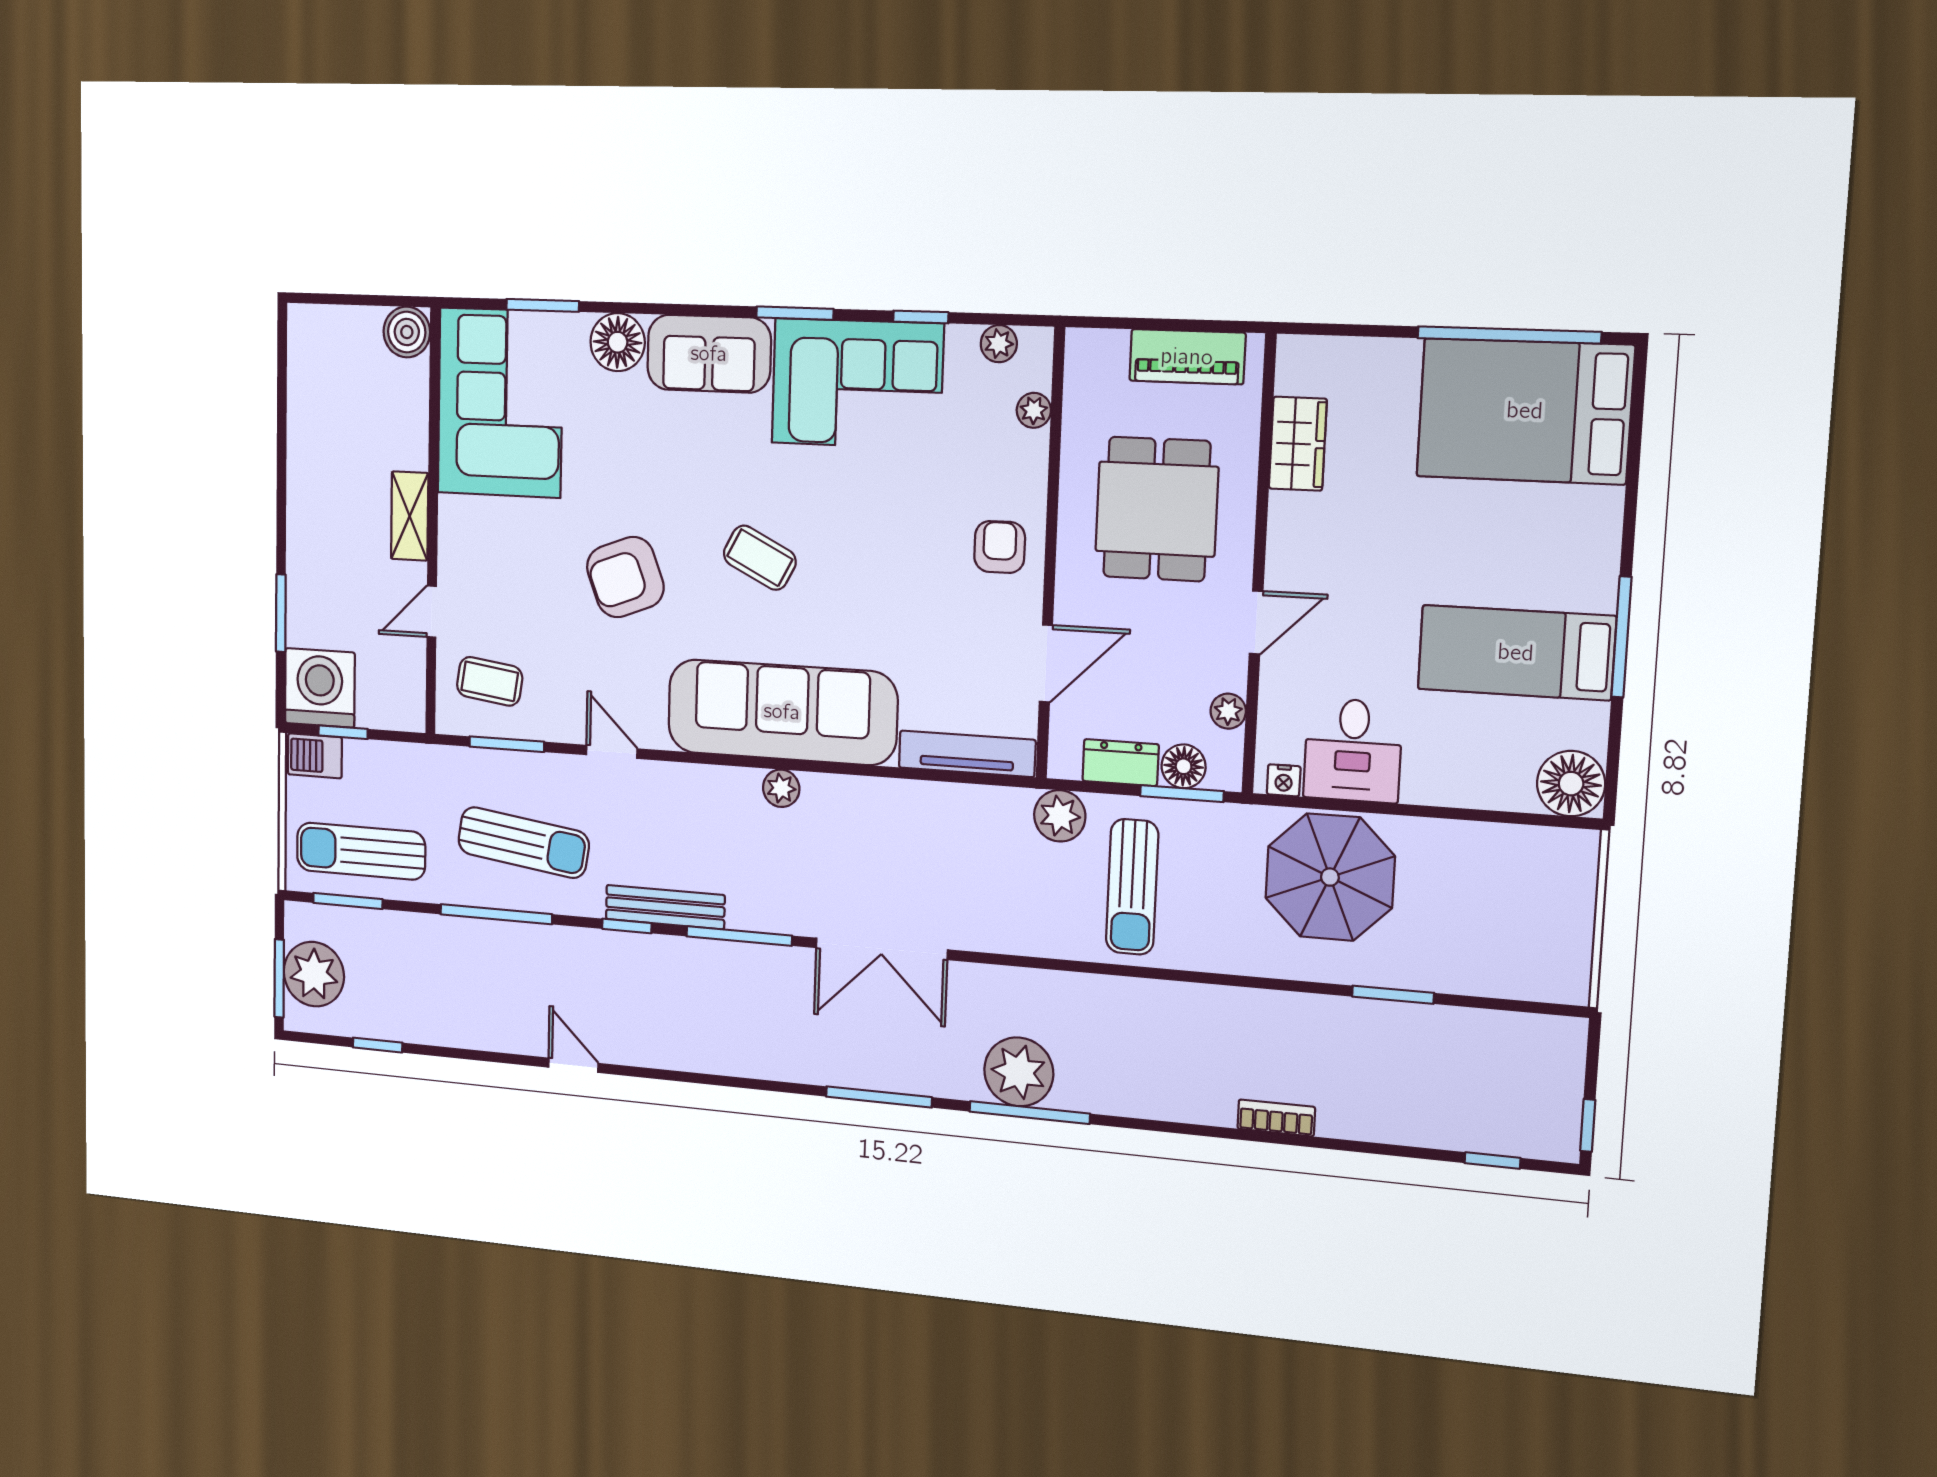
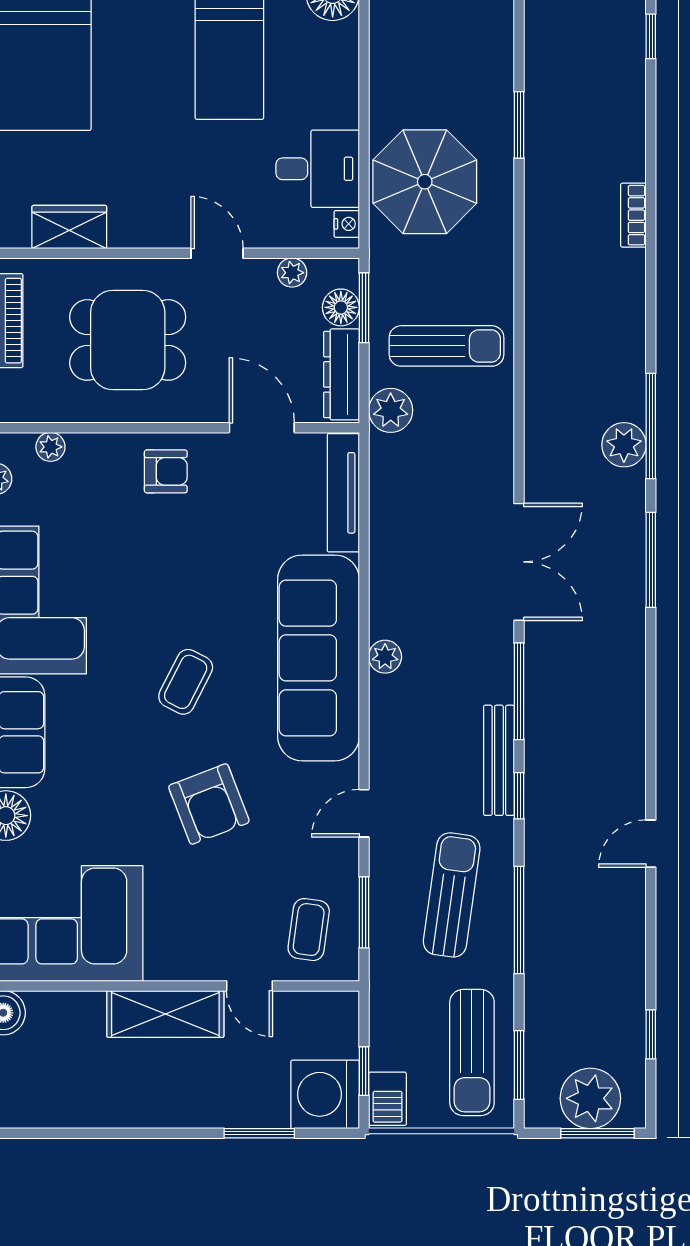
shelving: (410, 516) -> (165, 1014), width x1.50, depth x1.33
armchair: (1000, 547) -> (166, 471), turned 180
dresser: (1121, 763) -> (341, 374), width x1.44
plant: (1019, 1072) -> (624, 445), width x0.73, depth x0.73

